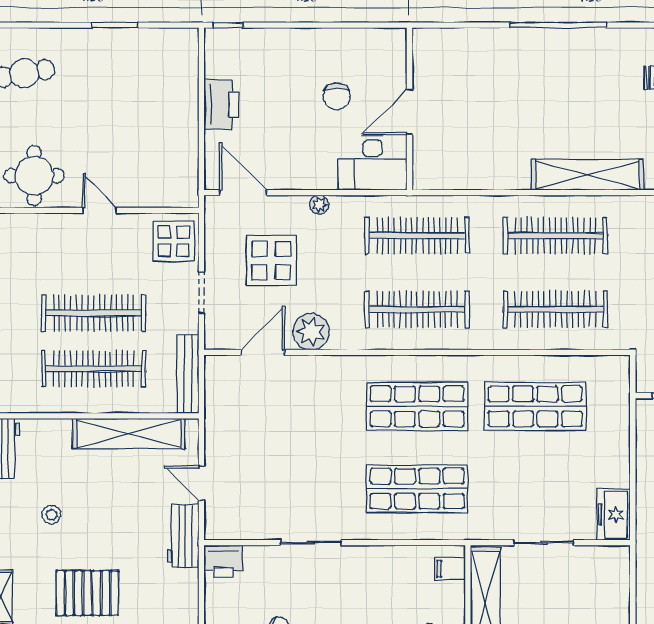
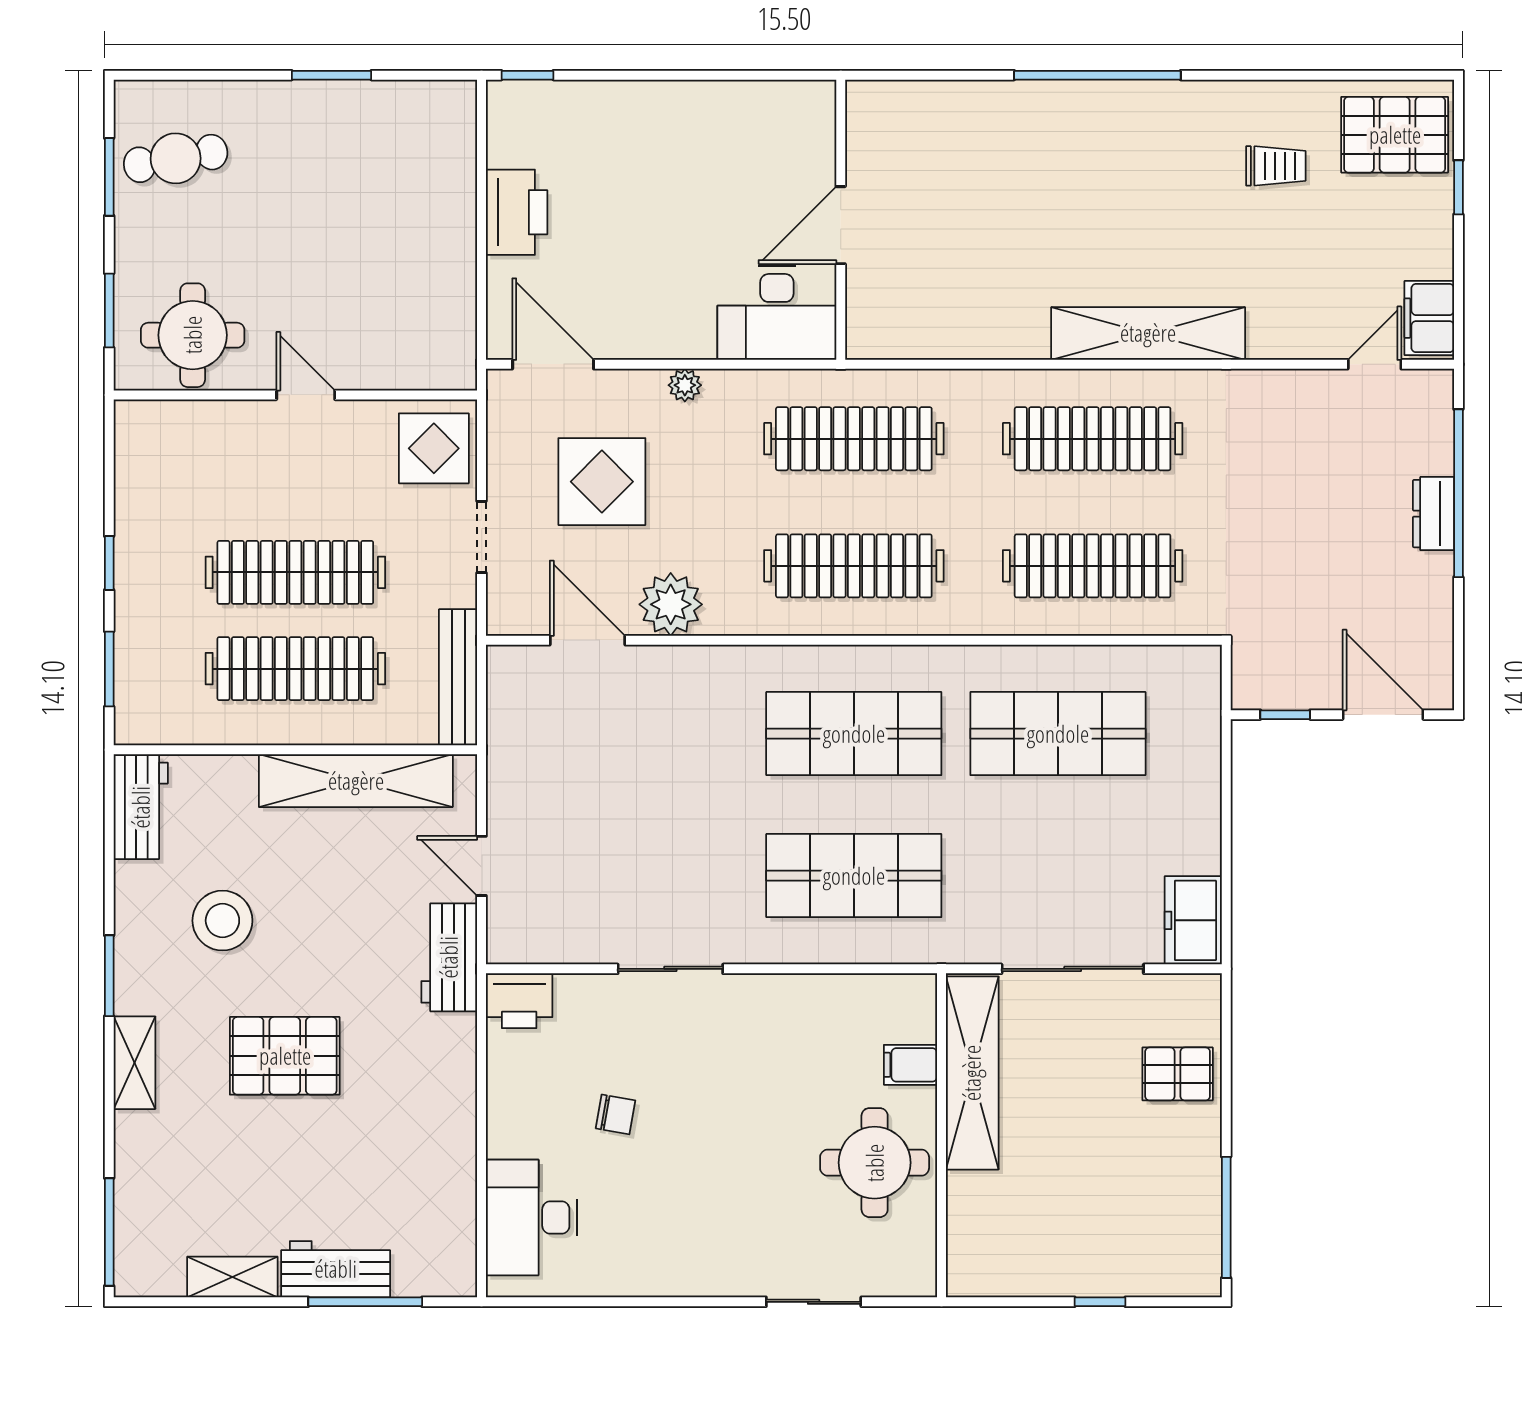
chair: (337, 96) -> (715, 198), removed
door: (263, 352) -> (587, 640), hinge flipped
stool: (51, 515) -> (222, 921), width x1.89, depth x1.89
sliding door: (544, 543) -> (1073, 969), width x1.37
filing cabinet: (450, 569) -> (910, 1065), moved
pallet: (605, 604) -> (1178, 1074), added

